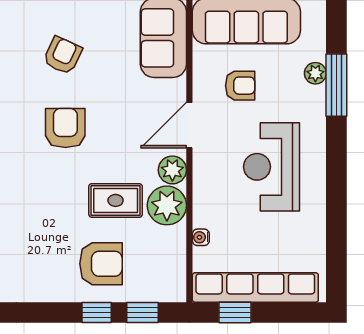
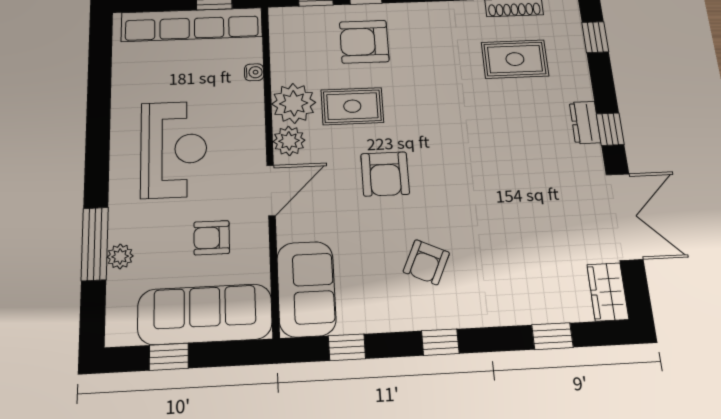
armchair: (65, 128) -> (385, 174), moved

